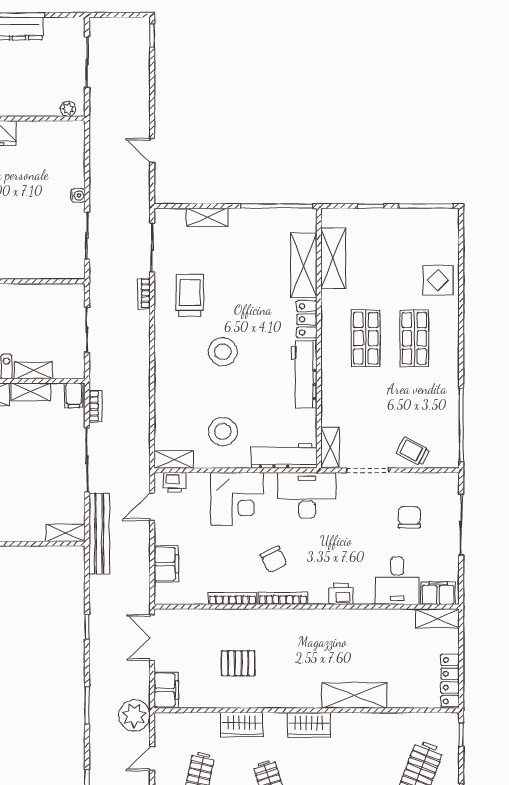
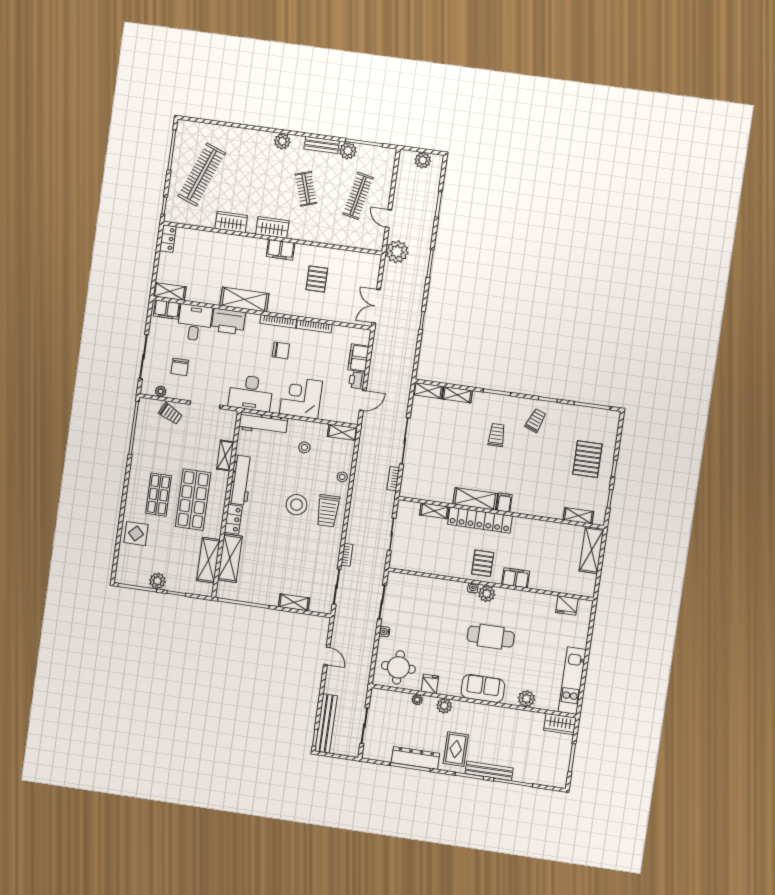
plant: (68, 109) -> (417, 700), moved
round table: (52, 149) -> (398, 667), added
plant: (399, 219) -> (157, 581), added
trolley: (190, 295) -> (328, 511), moved
shop shelf: (366, 338) -> (193, 500), width x1.43, depth x1.36
shelving: (31, 392) -> (457, 395), moved
filing cabinet: (74, 395) -> (408, 489), removed
stool: (165, 399) -> (342, 477), added
stool: (223, 431) -> (304, 447), width x0.53, depth x0.53
shelving: (330, 447) -> (225, 455), moved
plant: (431, 480) -> (161, 391), added
printer: (175, 482) -> (357, 380), moved, turned -90
bench: (99, 534) -> (326, 723), moved
chair: (274, 559) -> (281, 350), turned 116
printer: (341, 594) -> (228, 321), width x1.87, depth x1.48
double door: (152, 637) -> (376, 306), swing flipped
pallet: (238, 663) -> (317, 279), turned 90
locker: (450, 681) -> (168, 239), width x0.66
filing cabinet: (166, 690) -> (281, 250), moved, turned -90
shelving: (354, 695) -> (244, 300), moved
wardrobe: (242, 725) -> (231, 222), moved
door: (152, 759) -> (389, 219), swing flipped

